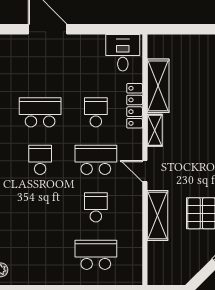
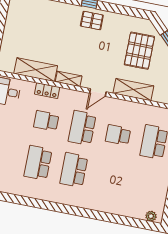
locker: (135, 106) -> (47, 91), width x0.66
school desk: (40, 160) -> (74, 170), width x1.85

